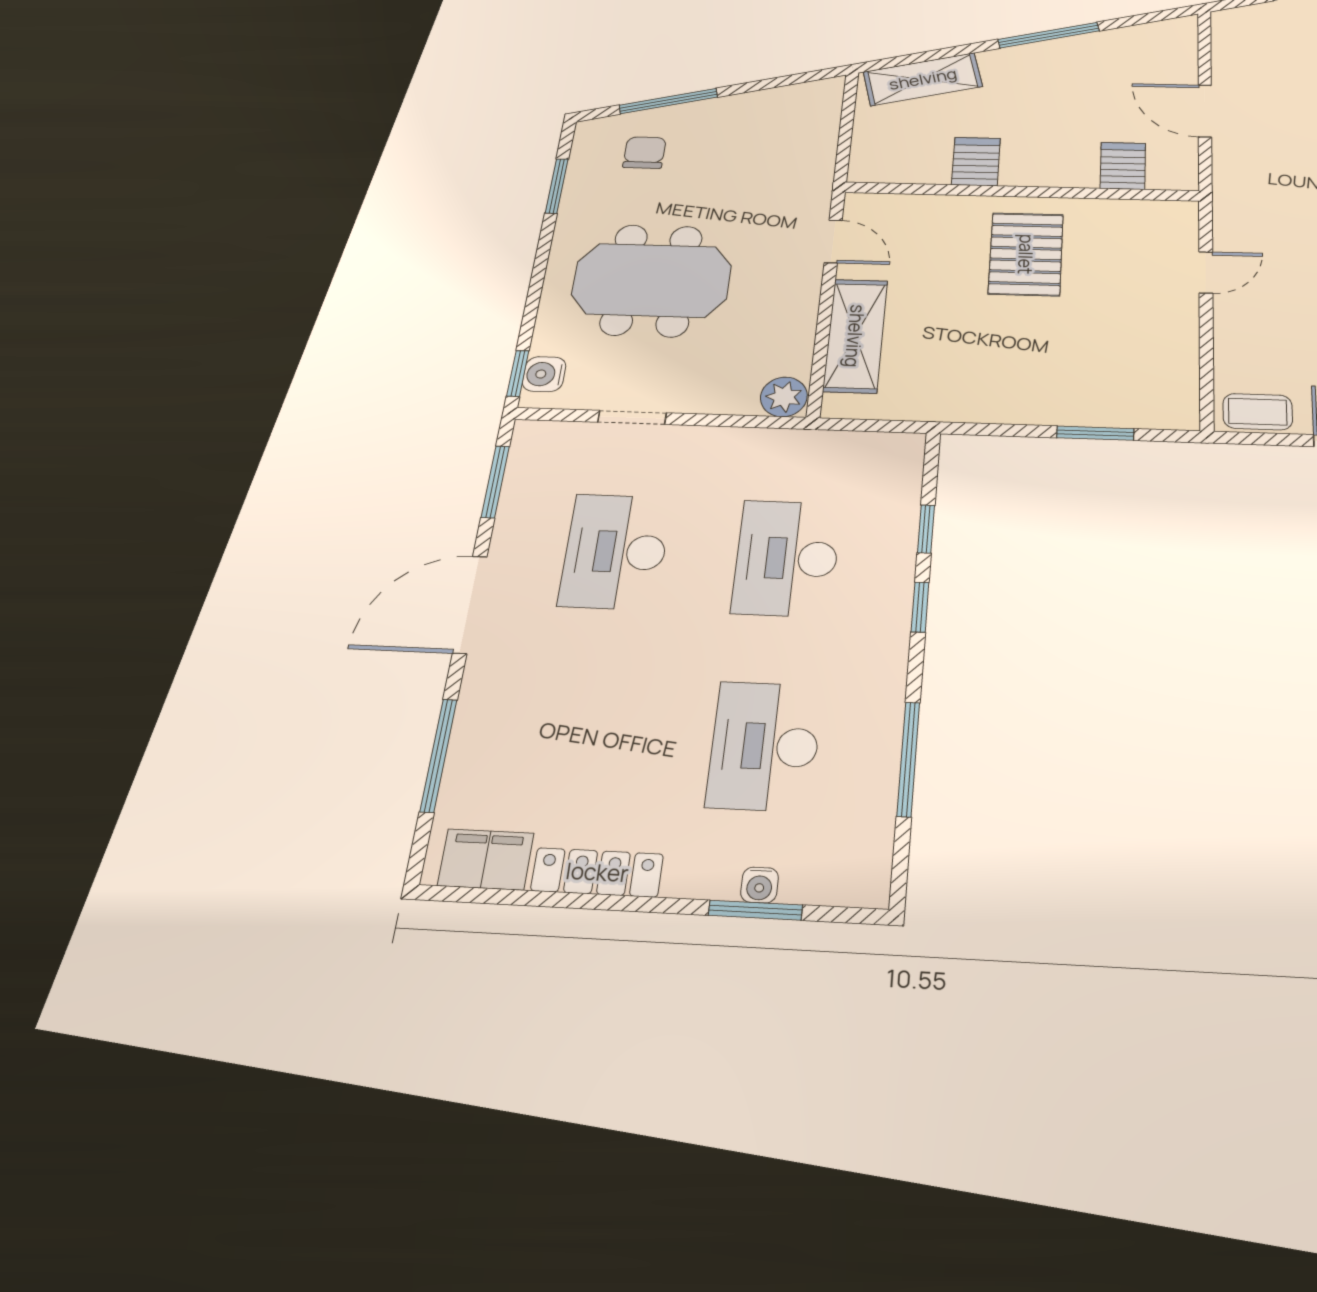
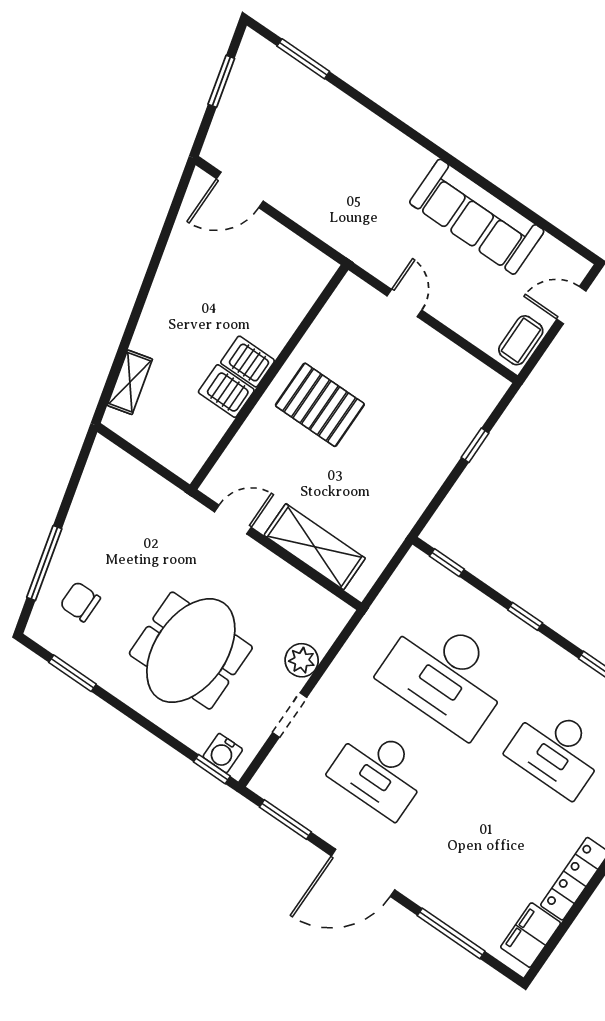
window: (1049, 35) -> (149, 277), removed
shelving: (923, 79) -> (130, 382), width x0.67, depth x0.75
door: (1205, 111) -> (240, 190), moved
server rack: (1123, 166) -> (248, 362), moved
plant: (784, 397) -> (302, 660), moved
window: (1095, 433) -> (475, 445), width x0.67
window: (926, 529) -> (447, 563), moved
desk: (787, 558) -> (446, 675), width x1.36, depth x1.30
door: (470, 604) -> (363, 873), hinge flipped

